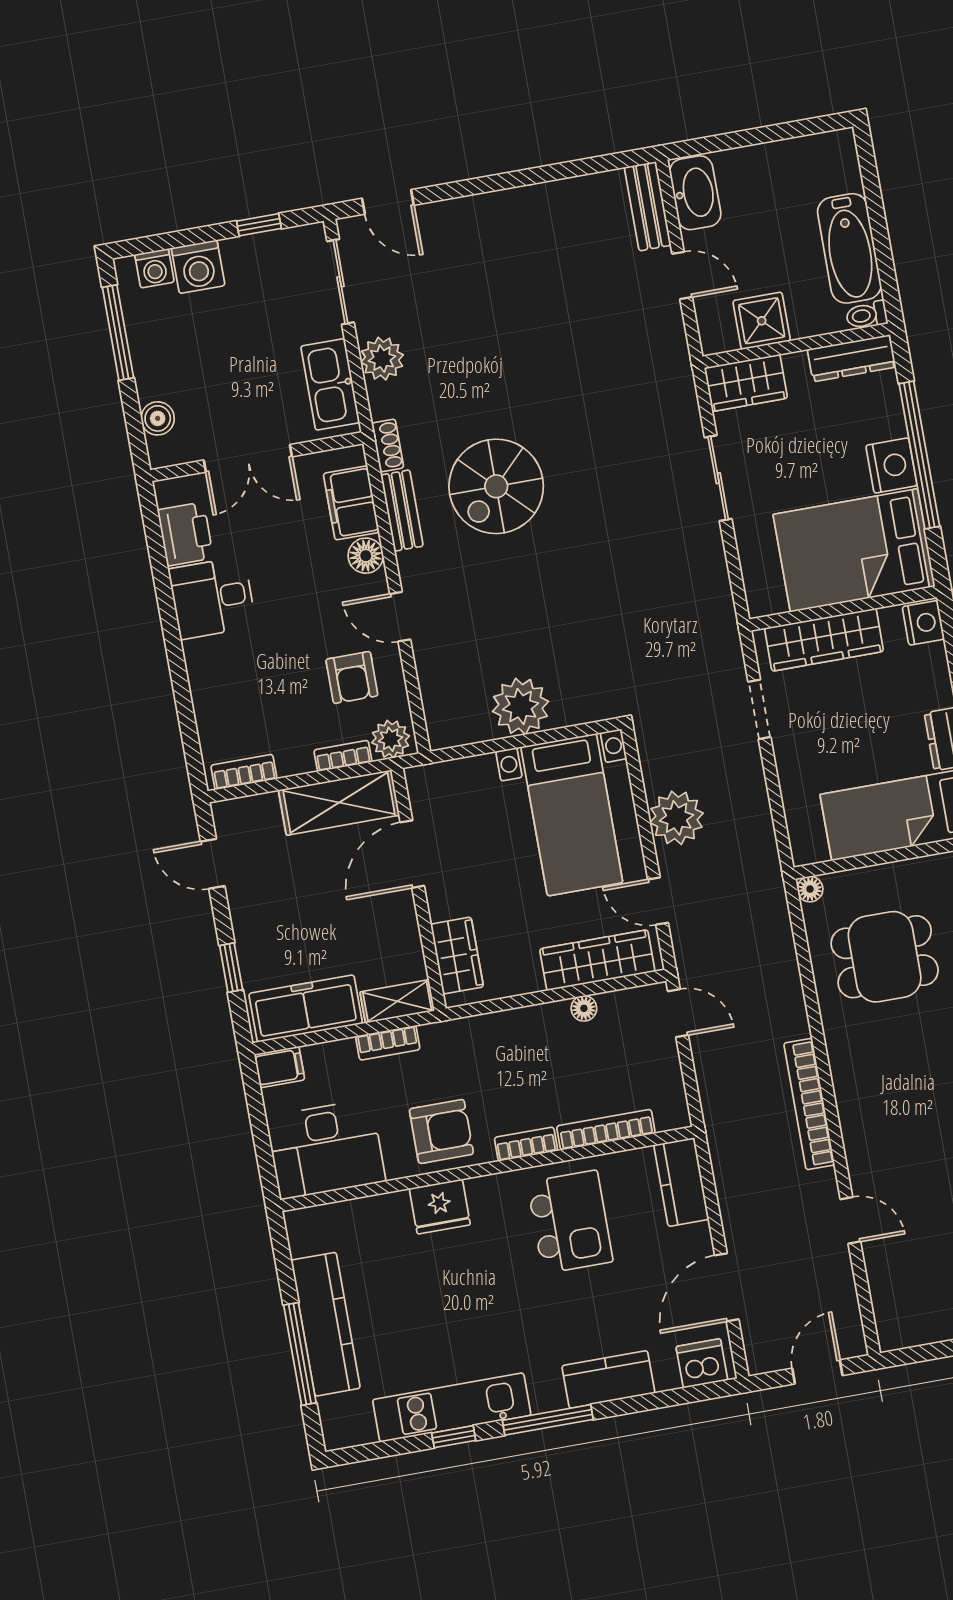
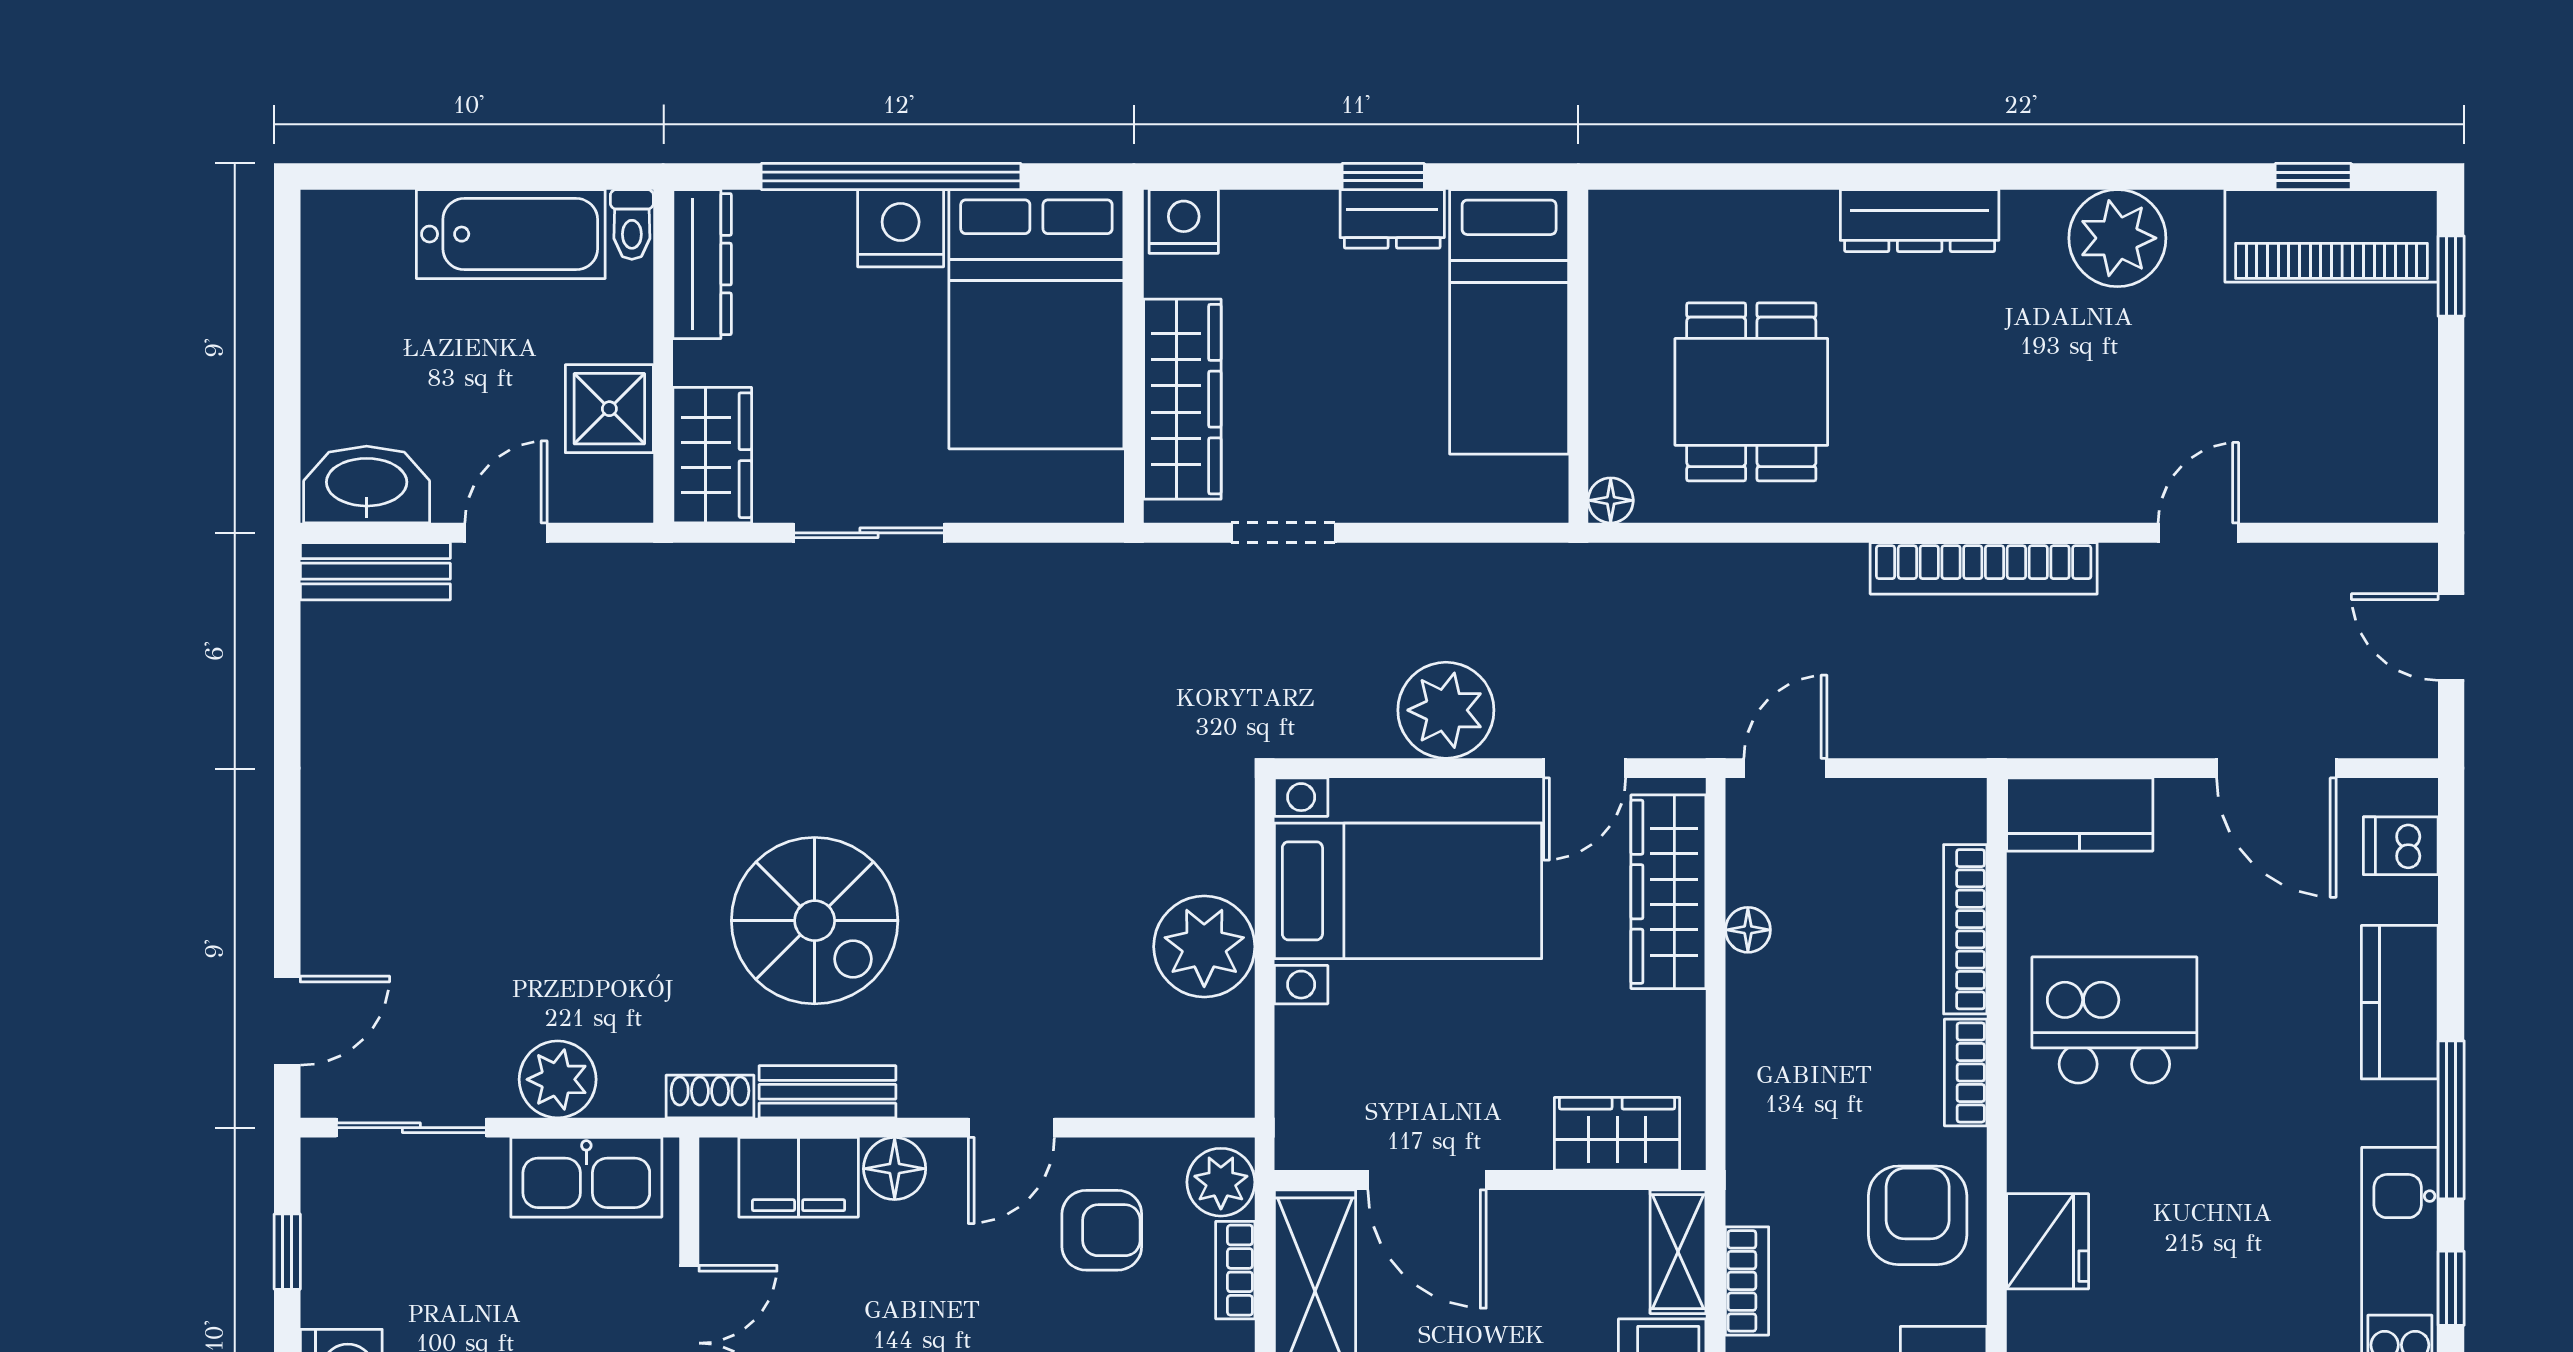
dishwasher: (702, 1363) -> (2401, 846), width x0.73

